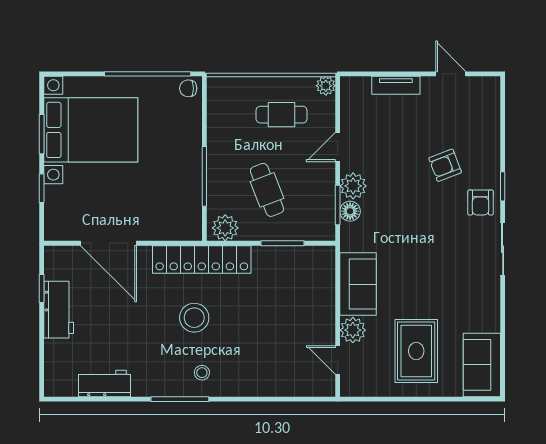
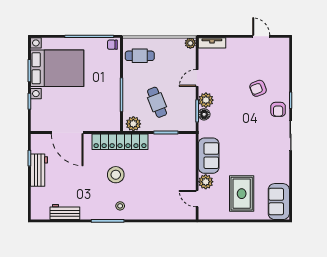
tv unit: (396, 85) -> (212, 43), moved
cafe table: (282, 115) -> (140, 56), moved

